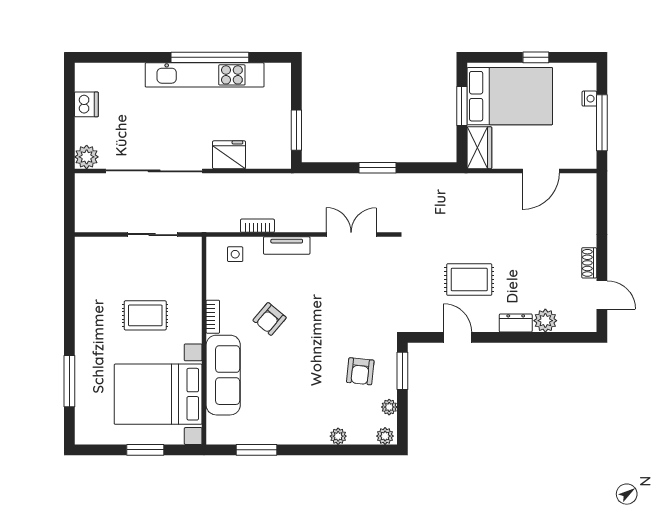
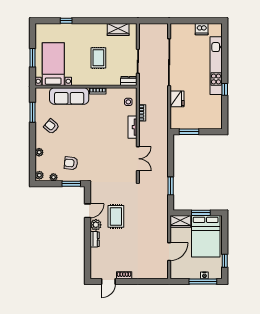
window: (210, 57) -> (225, 89), width x0.32
window: (536, 57) -> (225, 261), moved
kitchen unit: (205, 75) -> (216, 66), moved
window: (602, 123) -> (203, 281), moved
plant: (87, 157) -> (176, 29), removed
window: (378, 168) -> (171, 186), moved
door: (541, 171) -> (169, 252), swing flipped
dresser: (193, 253) -> (129, 81), added
wardrobe: (87, 275) -> (118, 29), added
armchair: (270, 319) -> (51, 126), moved
plant: (545, 321) -> (96, 225), moved
window: (69, 381) -> (66, 21), width x0.46
bed with nightstands: (158, 394) -> (53, 64), width x0.73

